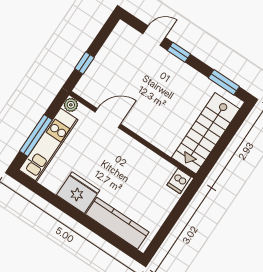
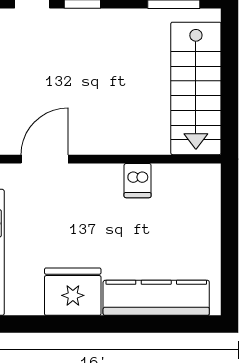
dishwasher: (179, 181) -> (138, 181), moved

